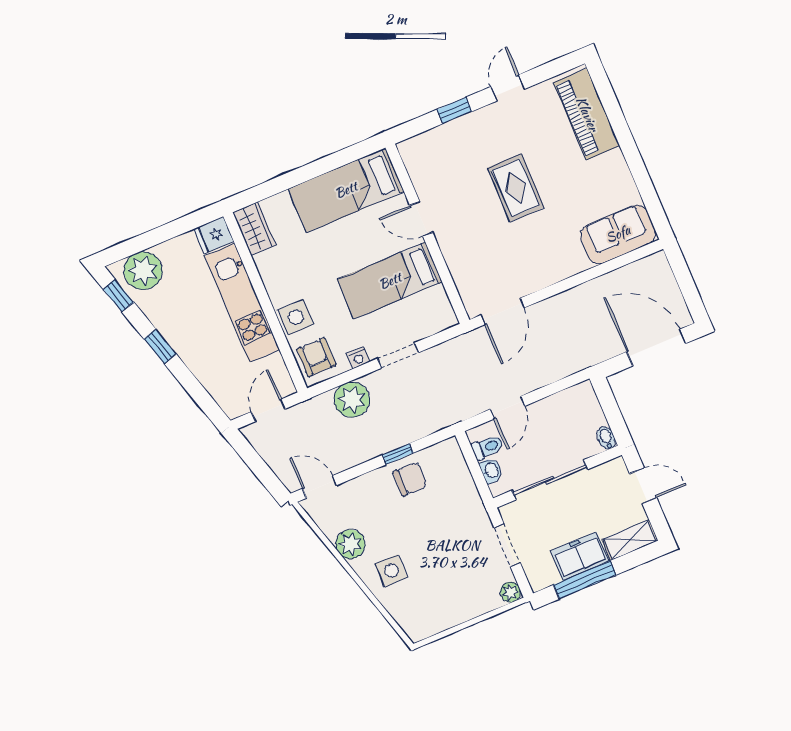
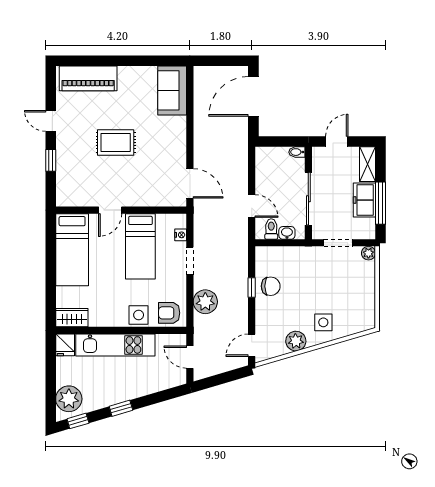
nightstand: (358, 358) -> (181, 235), moved
chair: (410, 479) -> (271, 286), turned 90

